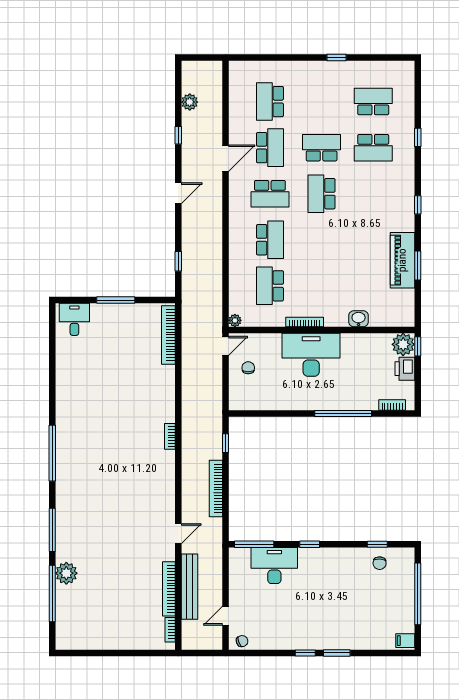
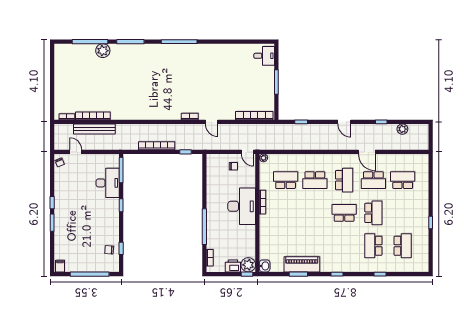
school desk: (270, 194) -> (344, 180), turned 180
washbasin: (359, 319) -> (265, 266), moved
door: (178, 534) -> (212, 122), moved

